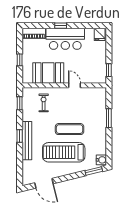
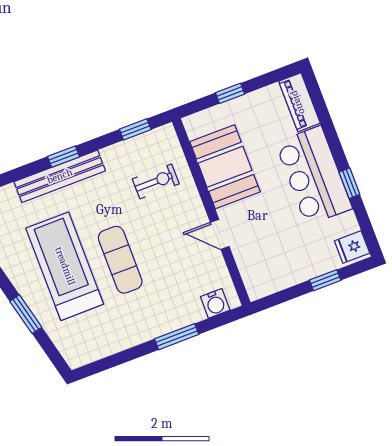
window: (61, 26) -> (349, 183), moved
window: (109, 70) -> (325, 280), moved
door: (74, 85) -> (220, 234), swing flipped
water cooler: (101, 160) -> (215, 303), moved
window: (94, 171) -> (26, 314), moved

